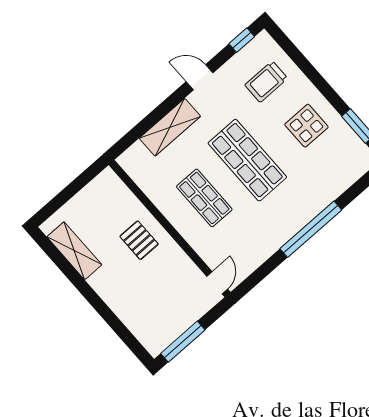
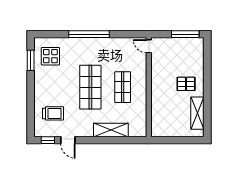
door: (199, 77) -> (68, 140), moved
display table: (306, 126) -> (50, 56), moved
pallet: (139, 240) -> (186, 84), moved, turned 90
door: (217, 283) -> (149, 46), hinge flipped

